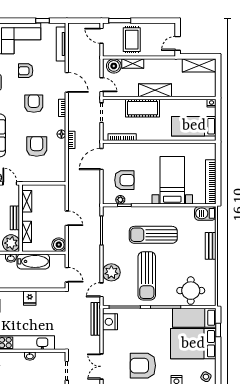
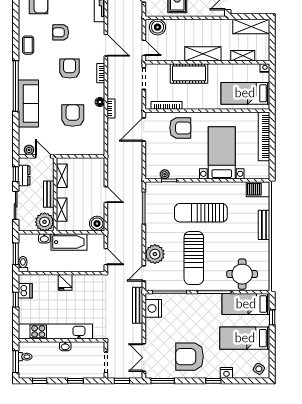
shelving: (133, 64) -> (243, 56), moved
armchair: (124, 180) -> (180, 128), moved
bookcase: (211, 182) -> (264, 136), moved
bed: (193, 344) -> (245, 338), width x0.67

